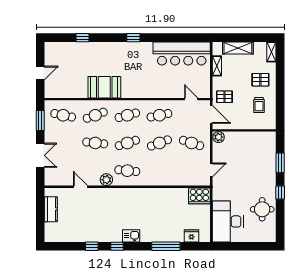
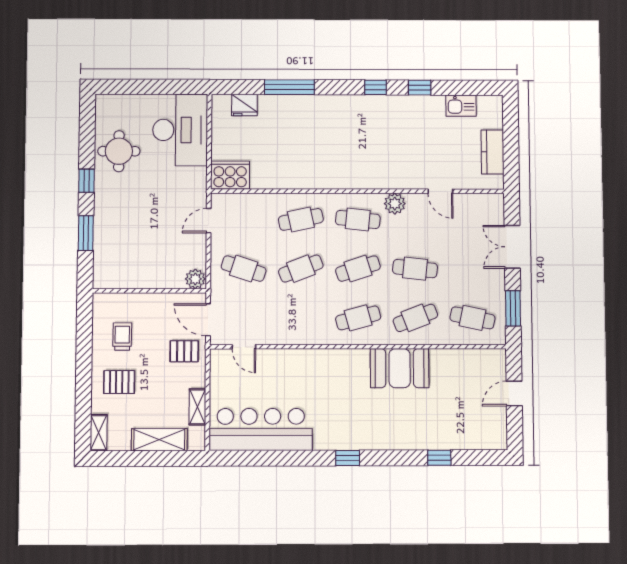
cafe table: (159, 115) -> (301, 219), moved
kitchen sink: (131, 236) -> (461, 106), moved

